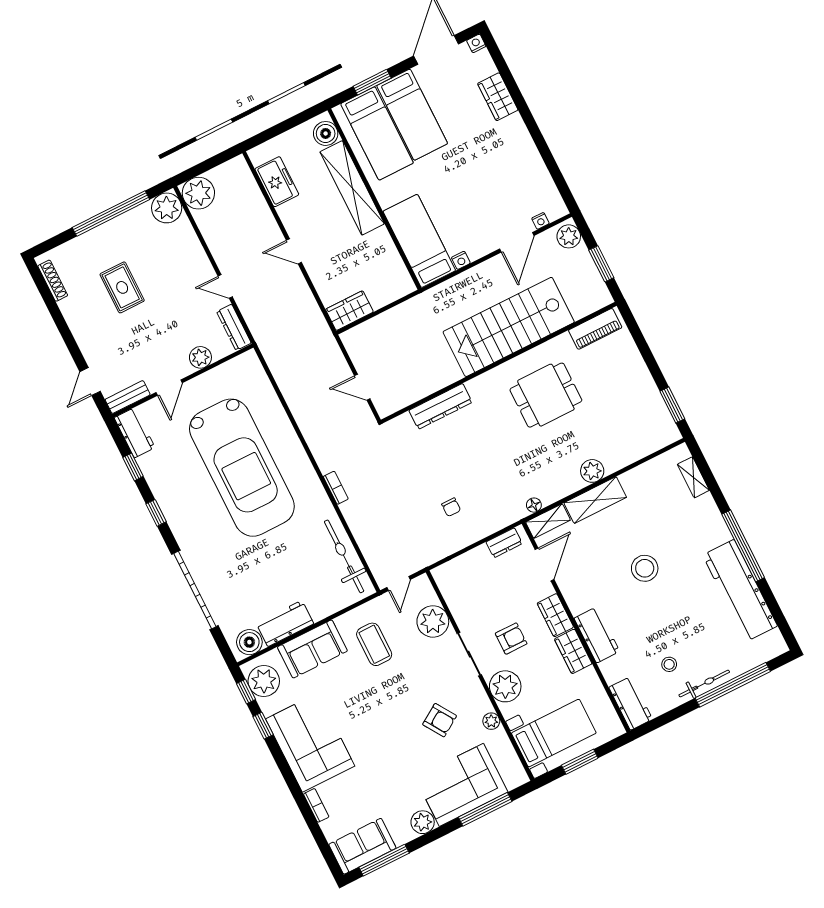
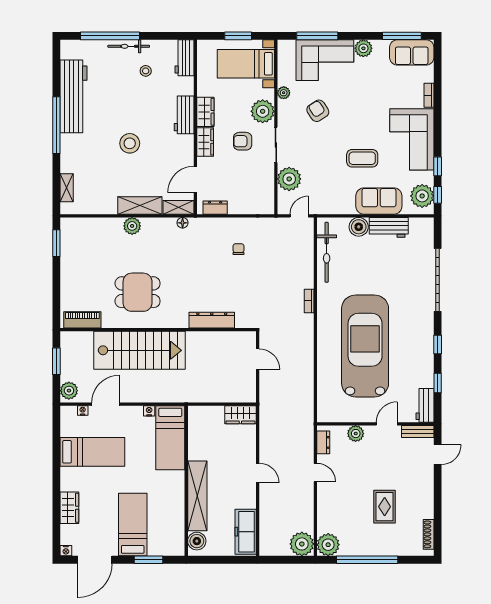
bed: (377, 133) -> (92, 452), moved, turned 90
freezer: (277, 182) -> (246, 532), width x1.40
dresser: (234, 327) -> (323, 442), width x0.70
boiler: (249, 642) -> (359, 227), moved
coffee table: (374, 644) -> (362, 158), moved, turned 90

